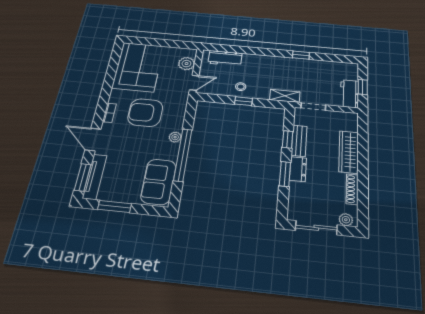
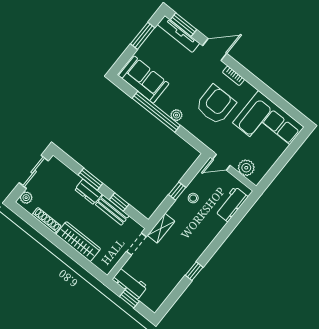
door: (194, 83) -> (221, 162), hinge flipped

